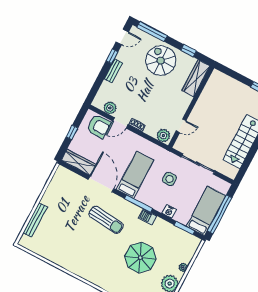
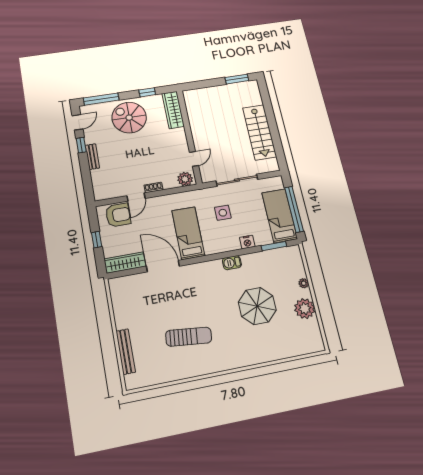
plant: (110, 108) -> (116, 191), removed
window: (138, 204) -> (213, 257), removed
sun lounger: (106, 220) -> (189, 337), moved

